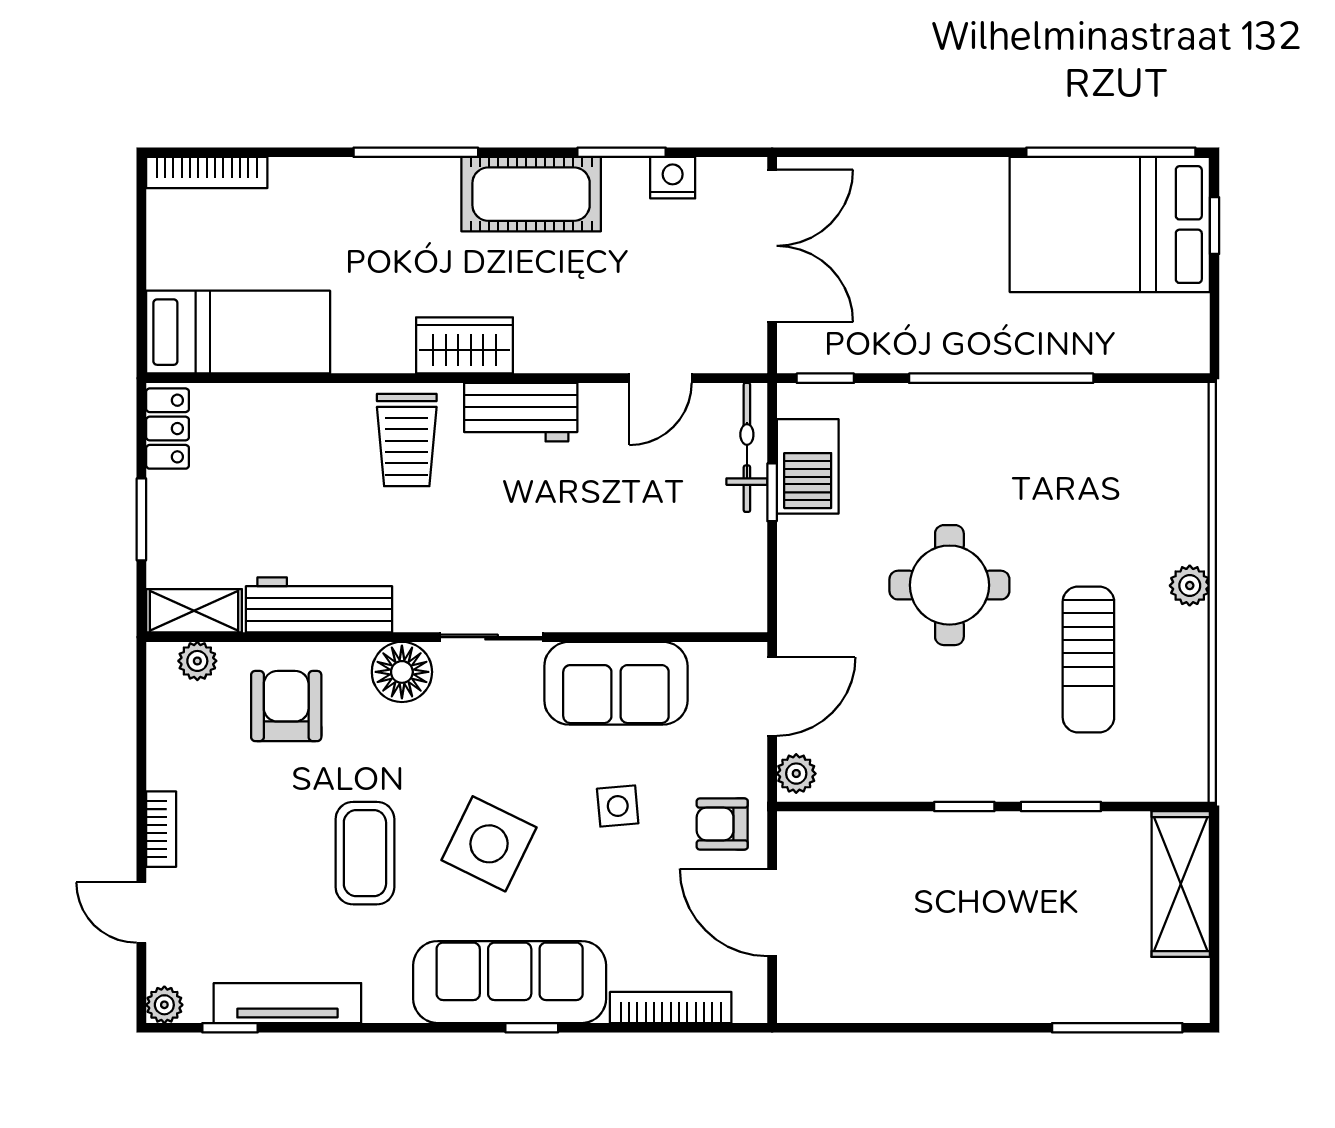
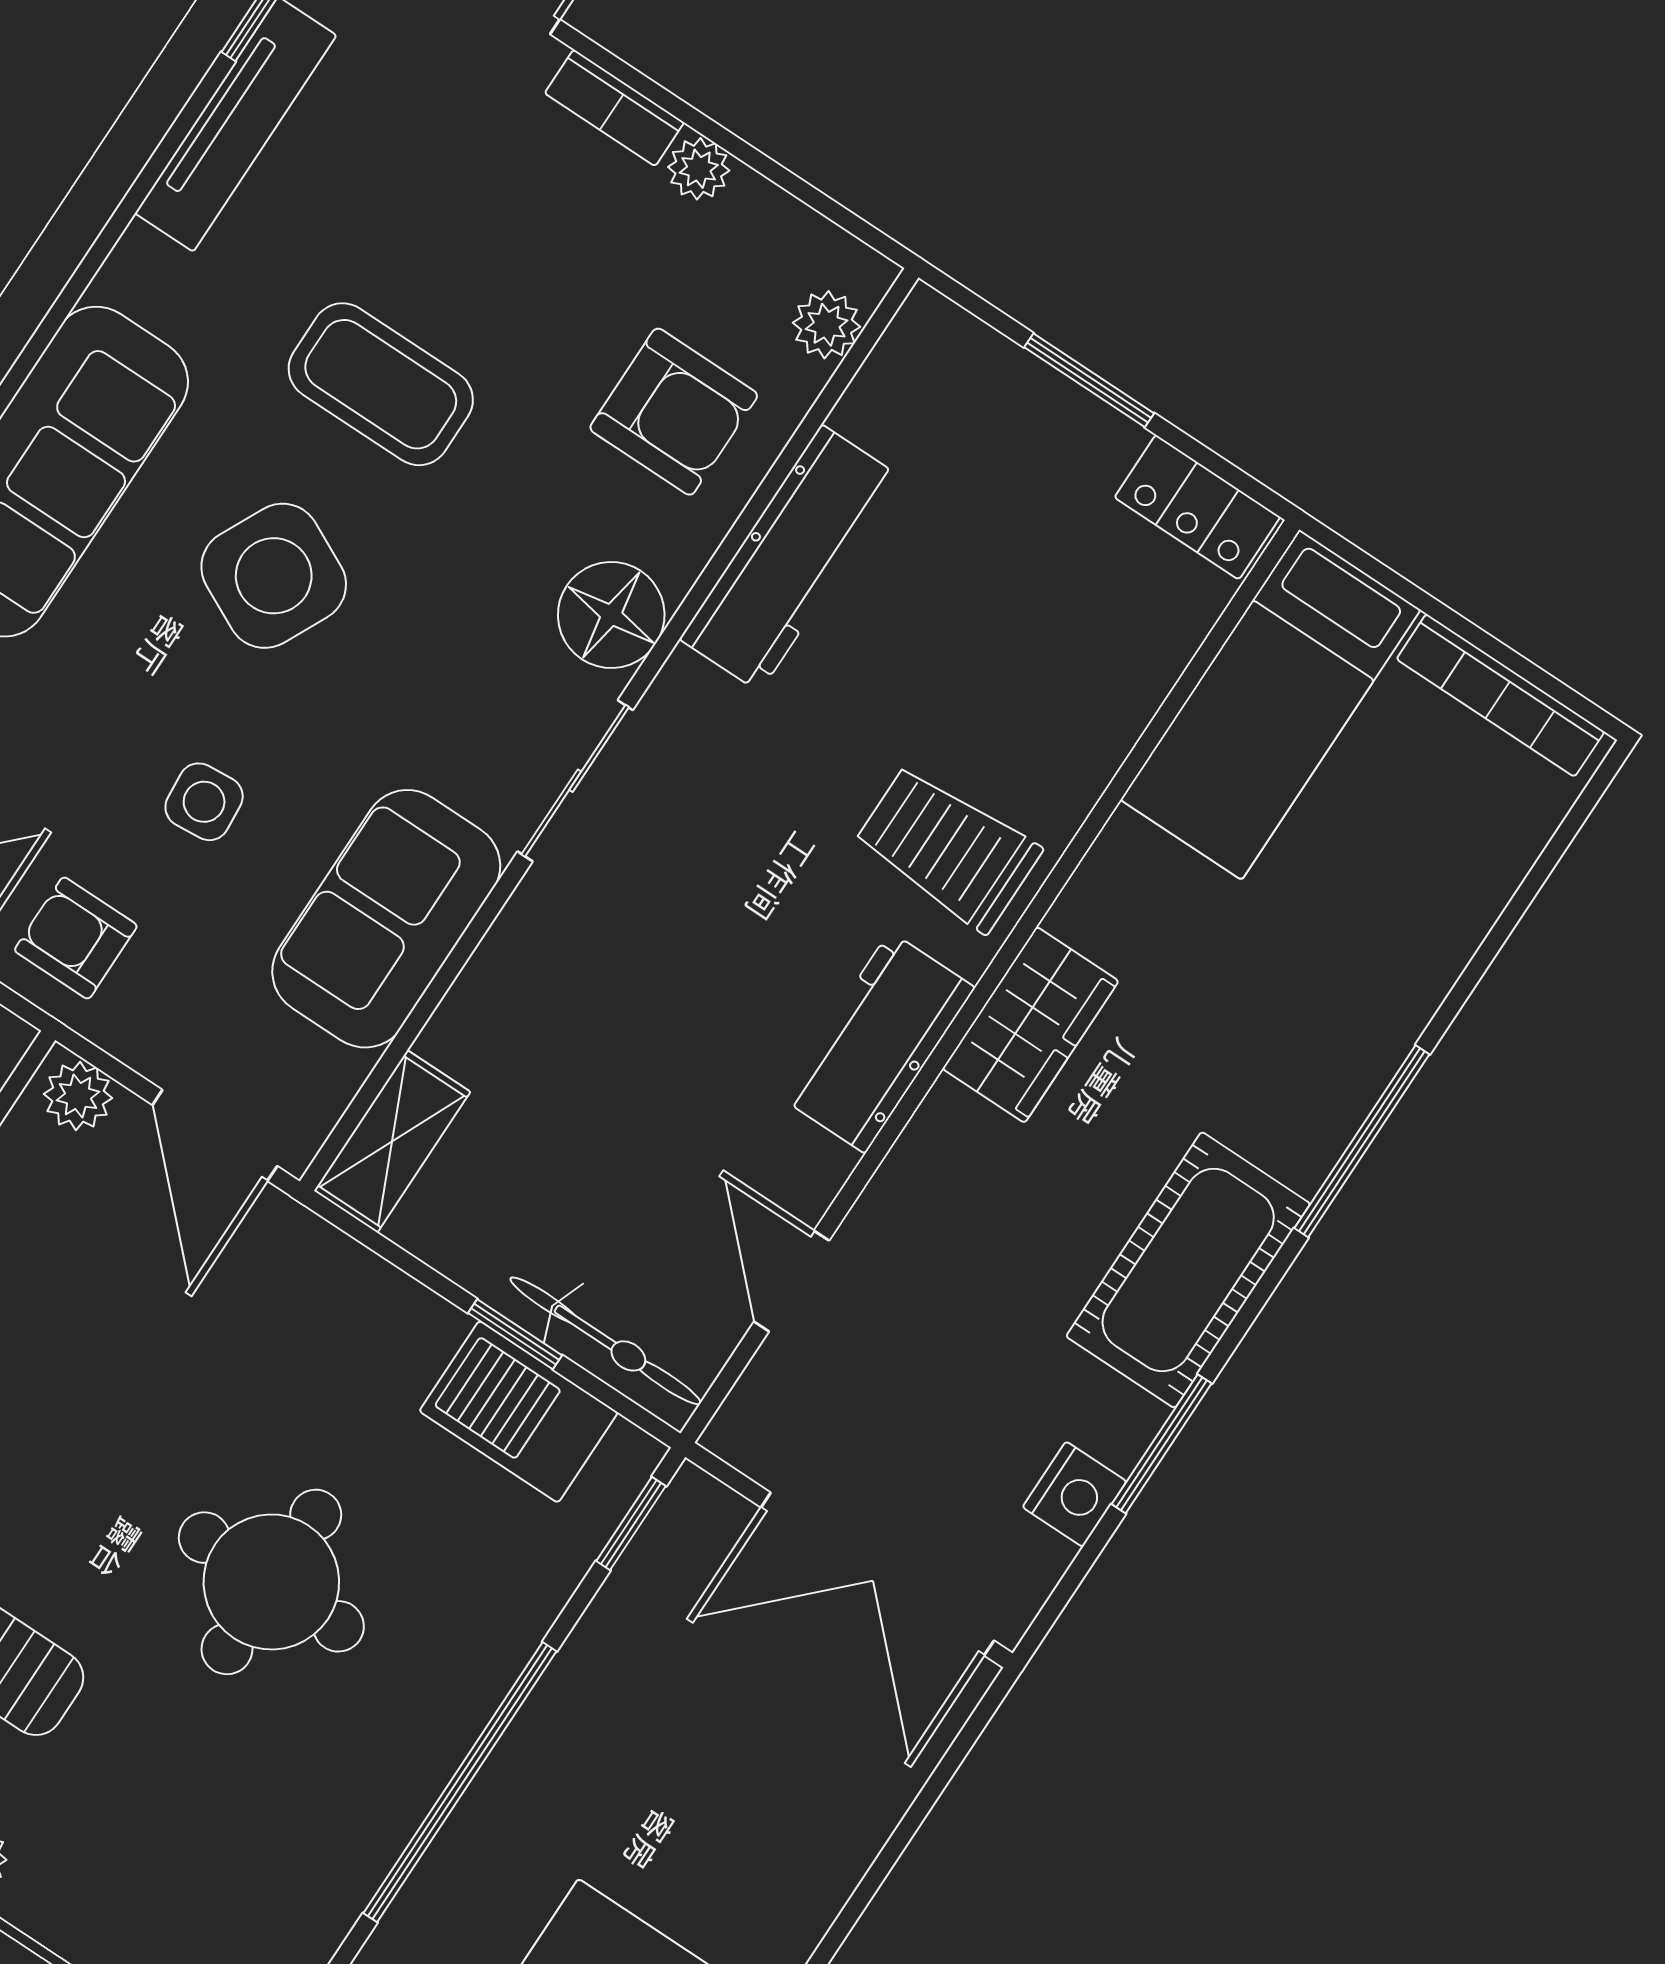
bookcase: (207, 173) -> (1500, 695), moved, turned -90
round table: (949, 585) -> (271, 1582), moved
shelving: (194, 611) -> (392, 1141), moved
plant: (164, 770) -> (699, 169), added
armchair: (722, 824) -> (76, 938), turned -90

